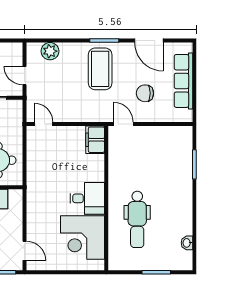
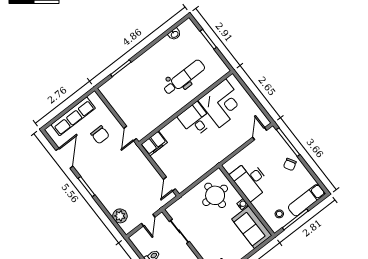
coffee table: (100, 69) -> (107, 175), removed

